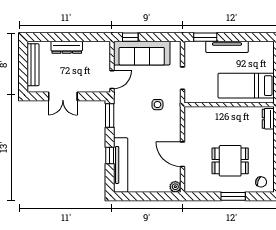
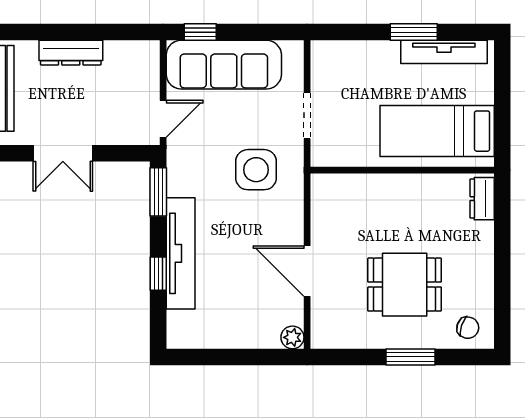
window: (205, 37) -> (414, 32), moved
tv unit: (227, 47) -> (444, 52), moved
side table: (157, 105) -> (256, 170), width x1.87, depth x1.87
tv unit: (121, 165) -> (181, 253), moved

